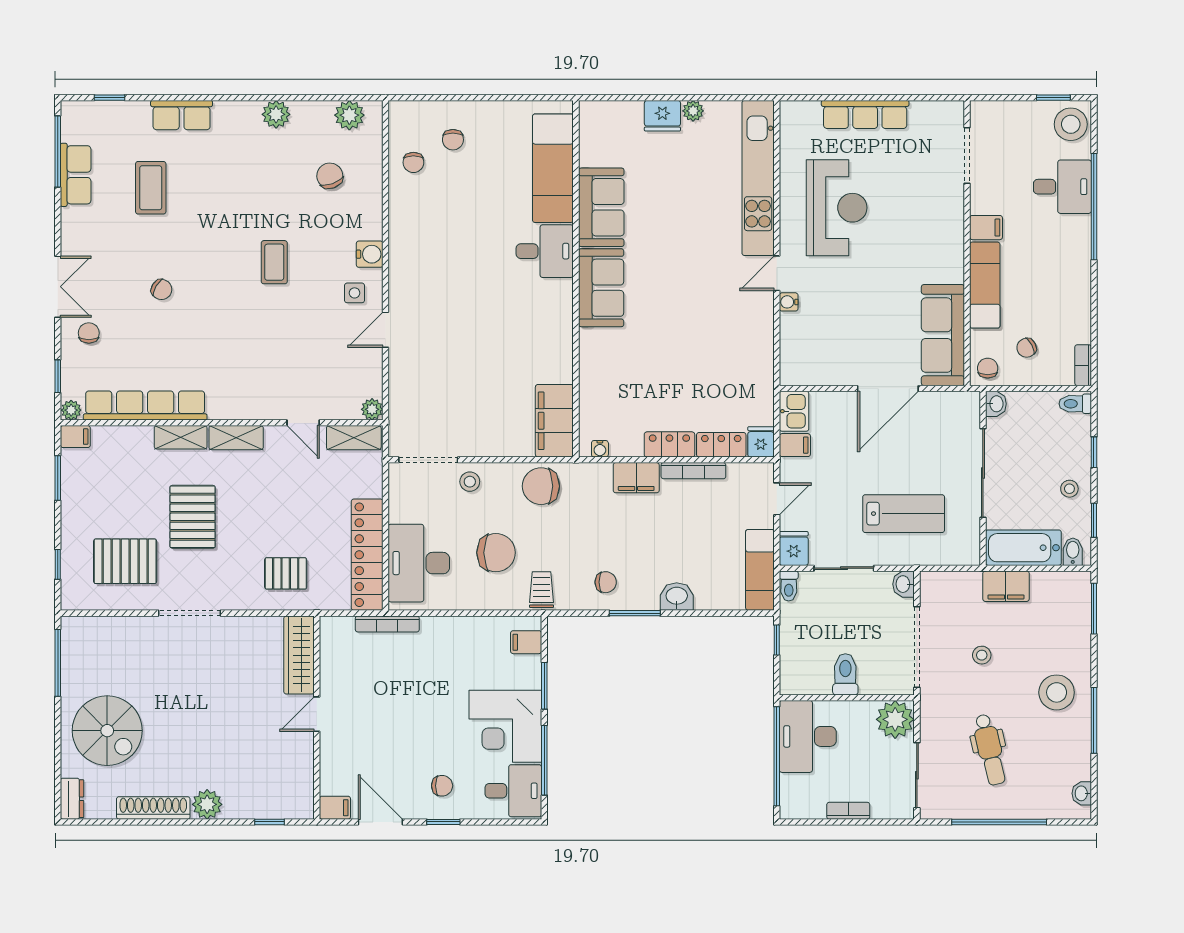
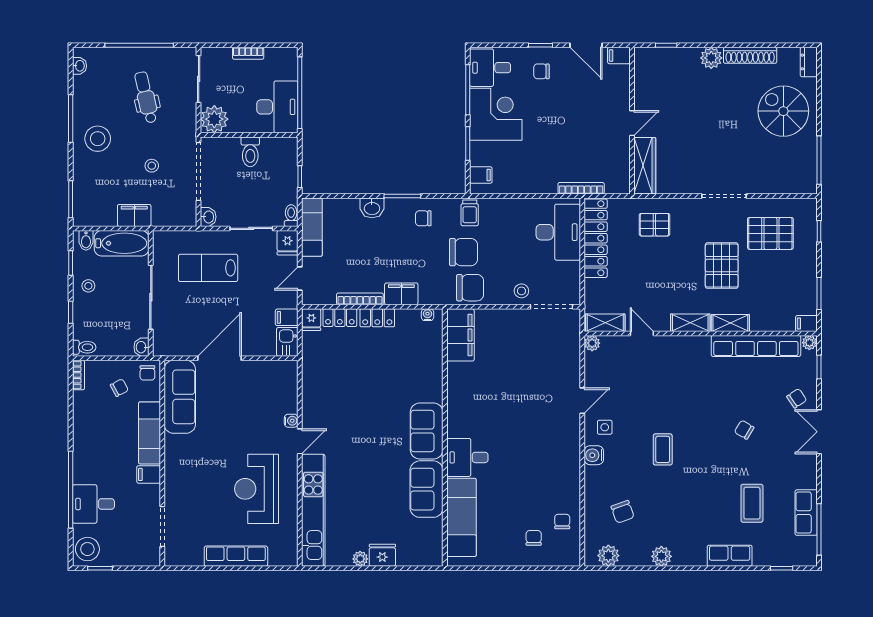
chair: (89, 333) -> (797, 398), turned -124
chair: (496, 553) -> (463, 252), moved, turned 180

